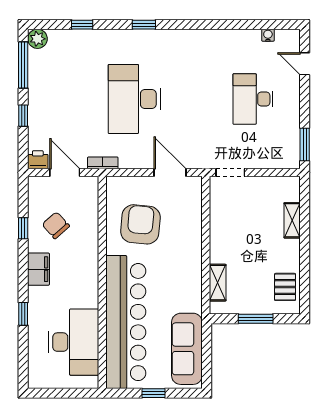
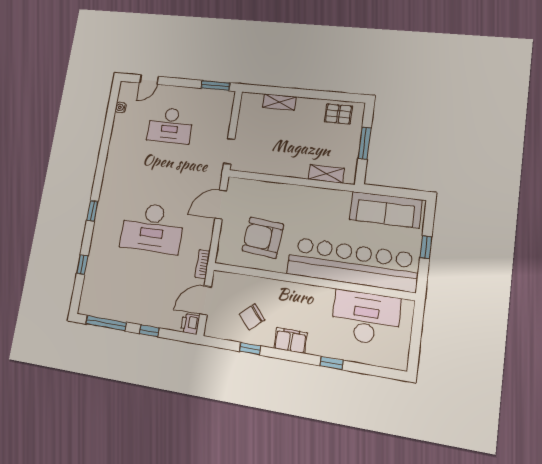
plant: (37, 39) -> (87, 306), removed

